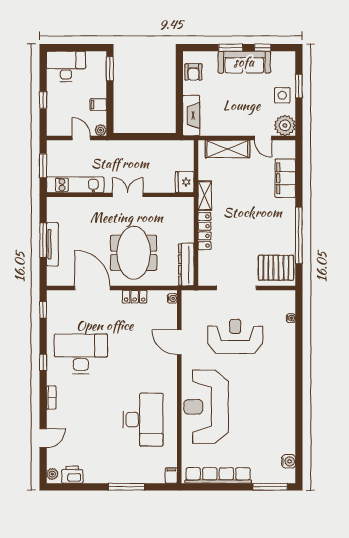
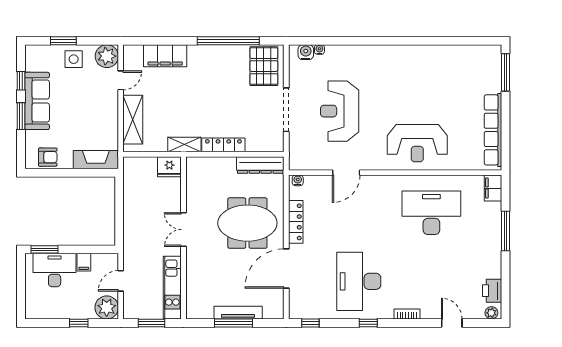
desk: (66, 66) -> (55, 270), moved, turned 90
plant: (101, 130) -> (107, 307), moved, width x1.87, depth x1.87
locker: (135, 297) -> (296, 222), width x1.53
reception desk: (206, 407) -> (417, 143), width x0.74, depth x0.77
water cooler: (289, 461) -> (306, 52), moved
filing cabinet: (171, 475) -> (493, 188), width x2.00

